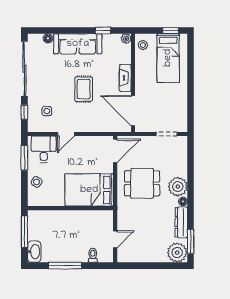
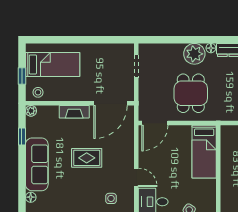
window: (171, 30) -> (22, 76), moved
door: (115, 151) -> (155, 123), swing flipped
bed: (89, 190) -> (204, 152), width x0.67

